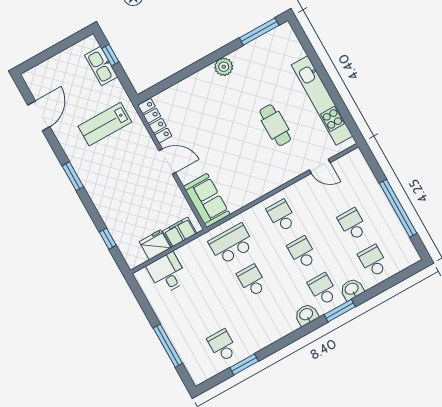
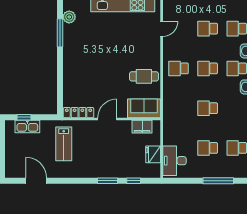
window: (259, 31) -> (60, 33), moved
plant: (224, 67) -> (69, 17), moved
cafe table: (275, 125) -> (144, 76), moved
window: (73, 176) -> (107, 181), moved
filing cabinet: (180, 232) -> (142, 127), moved, turned -90
school desk: (231, 244) -> (208, 148), moved, width x0.54
desk: (167, 273) -> (174, 161), width x1.37

